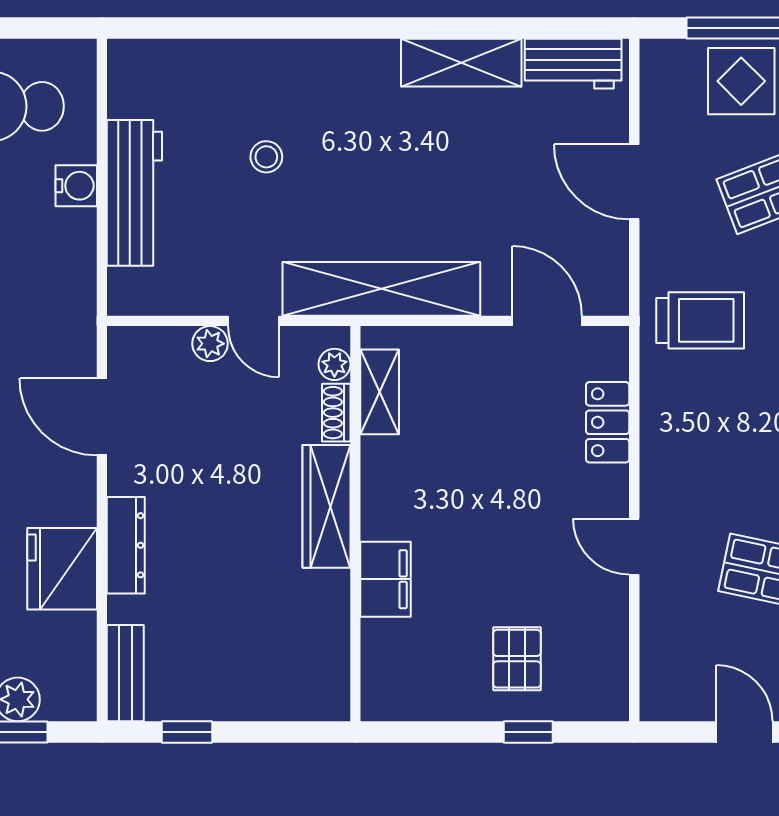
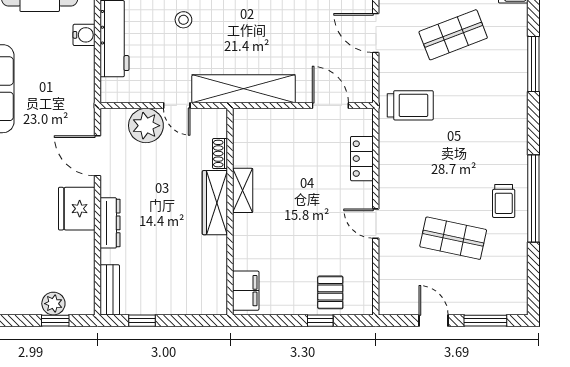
plant: (210, 344) -> (146, 126), width x1.88, depth x1.88
plant: (334, 364) -> (219, 128), removed
shelving: (380, 392) -> (243, 190), moved
fridge: (62, 569) -> (77, 209), moved
filing cabinet: (386, 579) -> (246, 291), moved
pallet: (517, 659) -> (330, 292), moved

